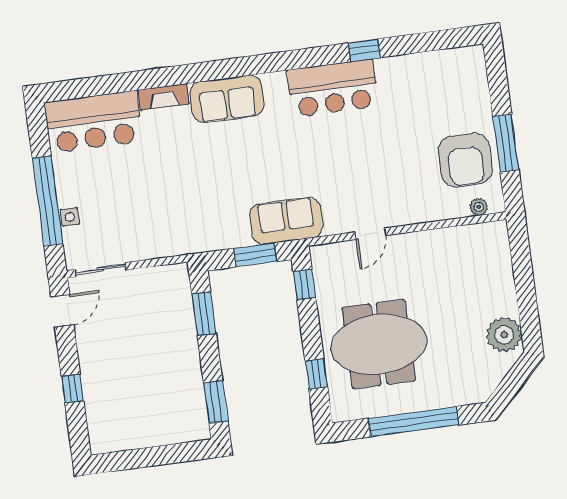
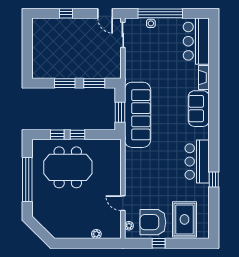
rug: (451, 98) -> (184, 219), added
window: (506, 143) -> (159, 243), width x0.46
sofa: (286, 221) -> (138, 115), width x1.85, depth x1.27
door: (370, 234) -> (123, 203), moved
window: (304, 284) -> (78, 135), moved
plant: (504, 335) -> (96, 234), moved, width x0.53, depth x0.53
meeting table: (379, 344) -> (68, 167), turned 90
window: (216, 402) -> (65, 83), moved

